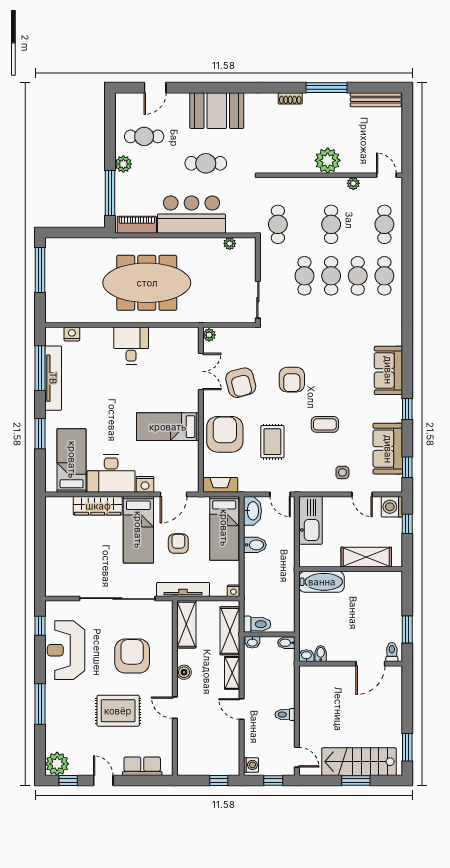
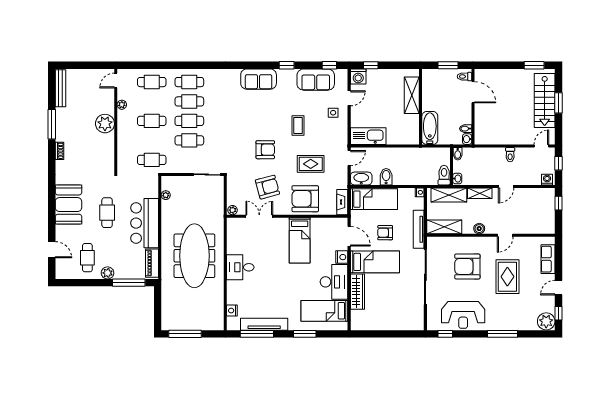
shelving: (366, 557) -> (412, 95), moved
wall: (351, 569) -> (421, 107), moved
bathtub: (322, 582) -> (430, 128), moved

